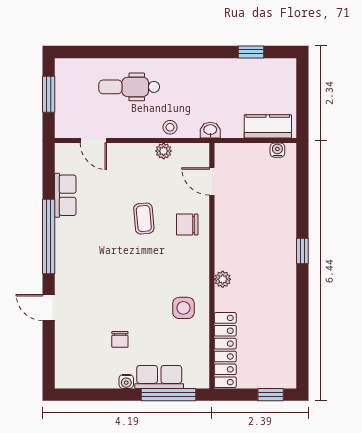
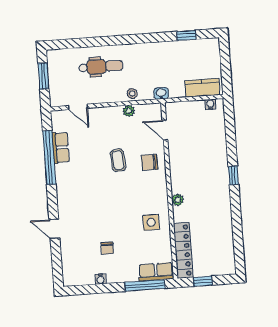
dental chair: (129, 87) -> (101, 67), turned 180
window: (49, 236) -> (49, 158), moved
row of seats: (159, 377) -> (156, 272), moved
water cooler: (126, 381) -> (100, 279), moved
window: (271, 395) -> (203, 281), moved

